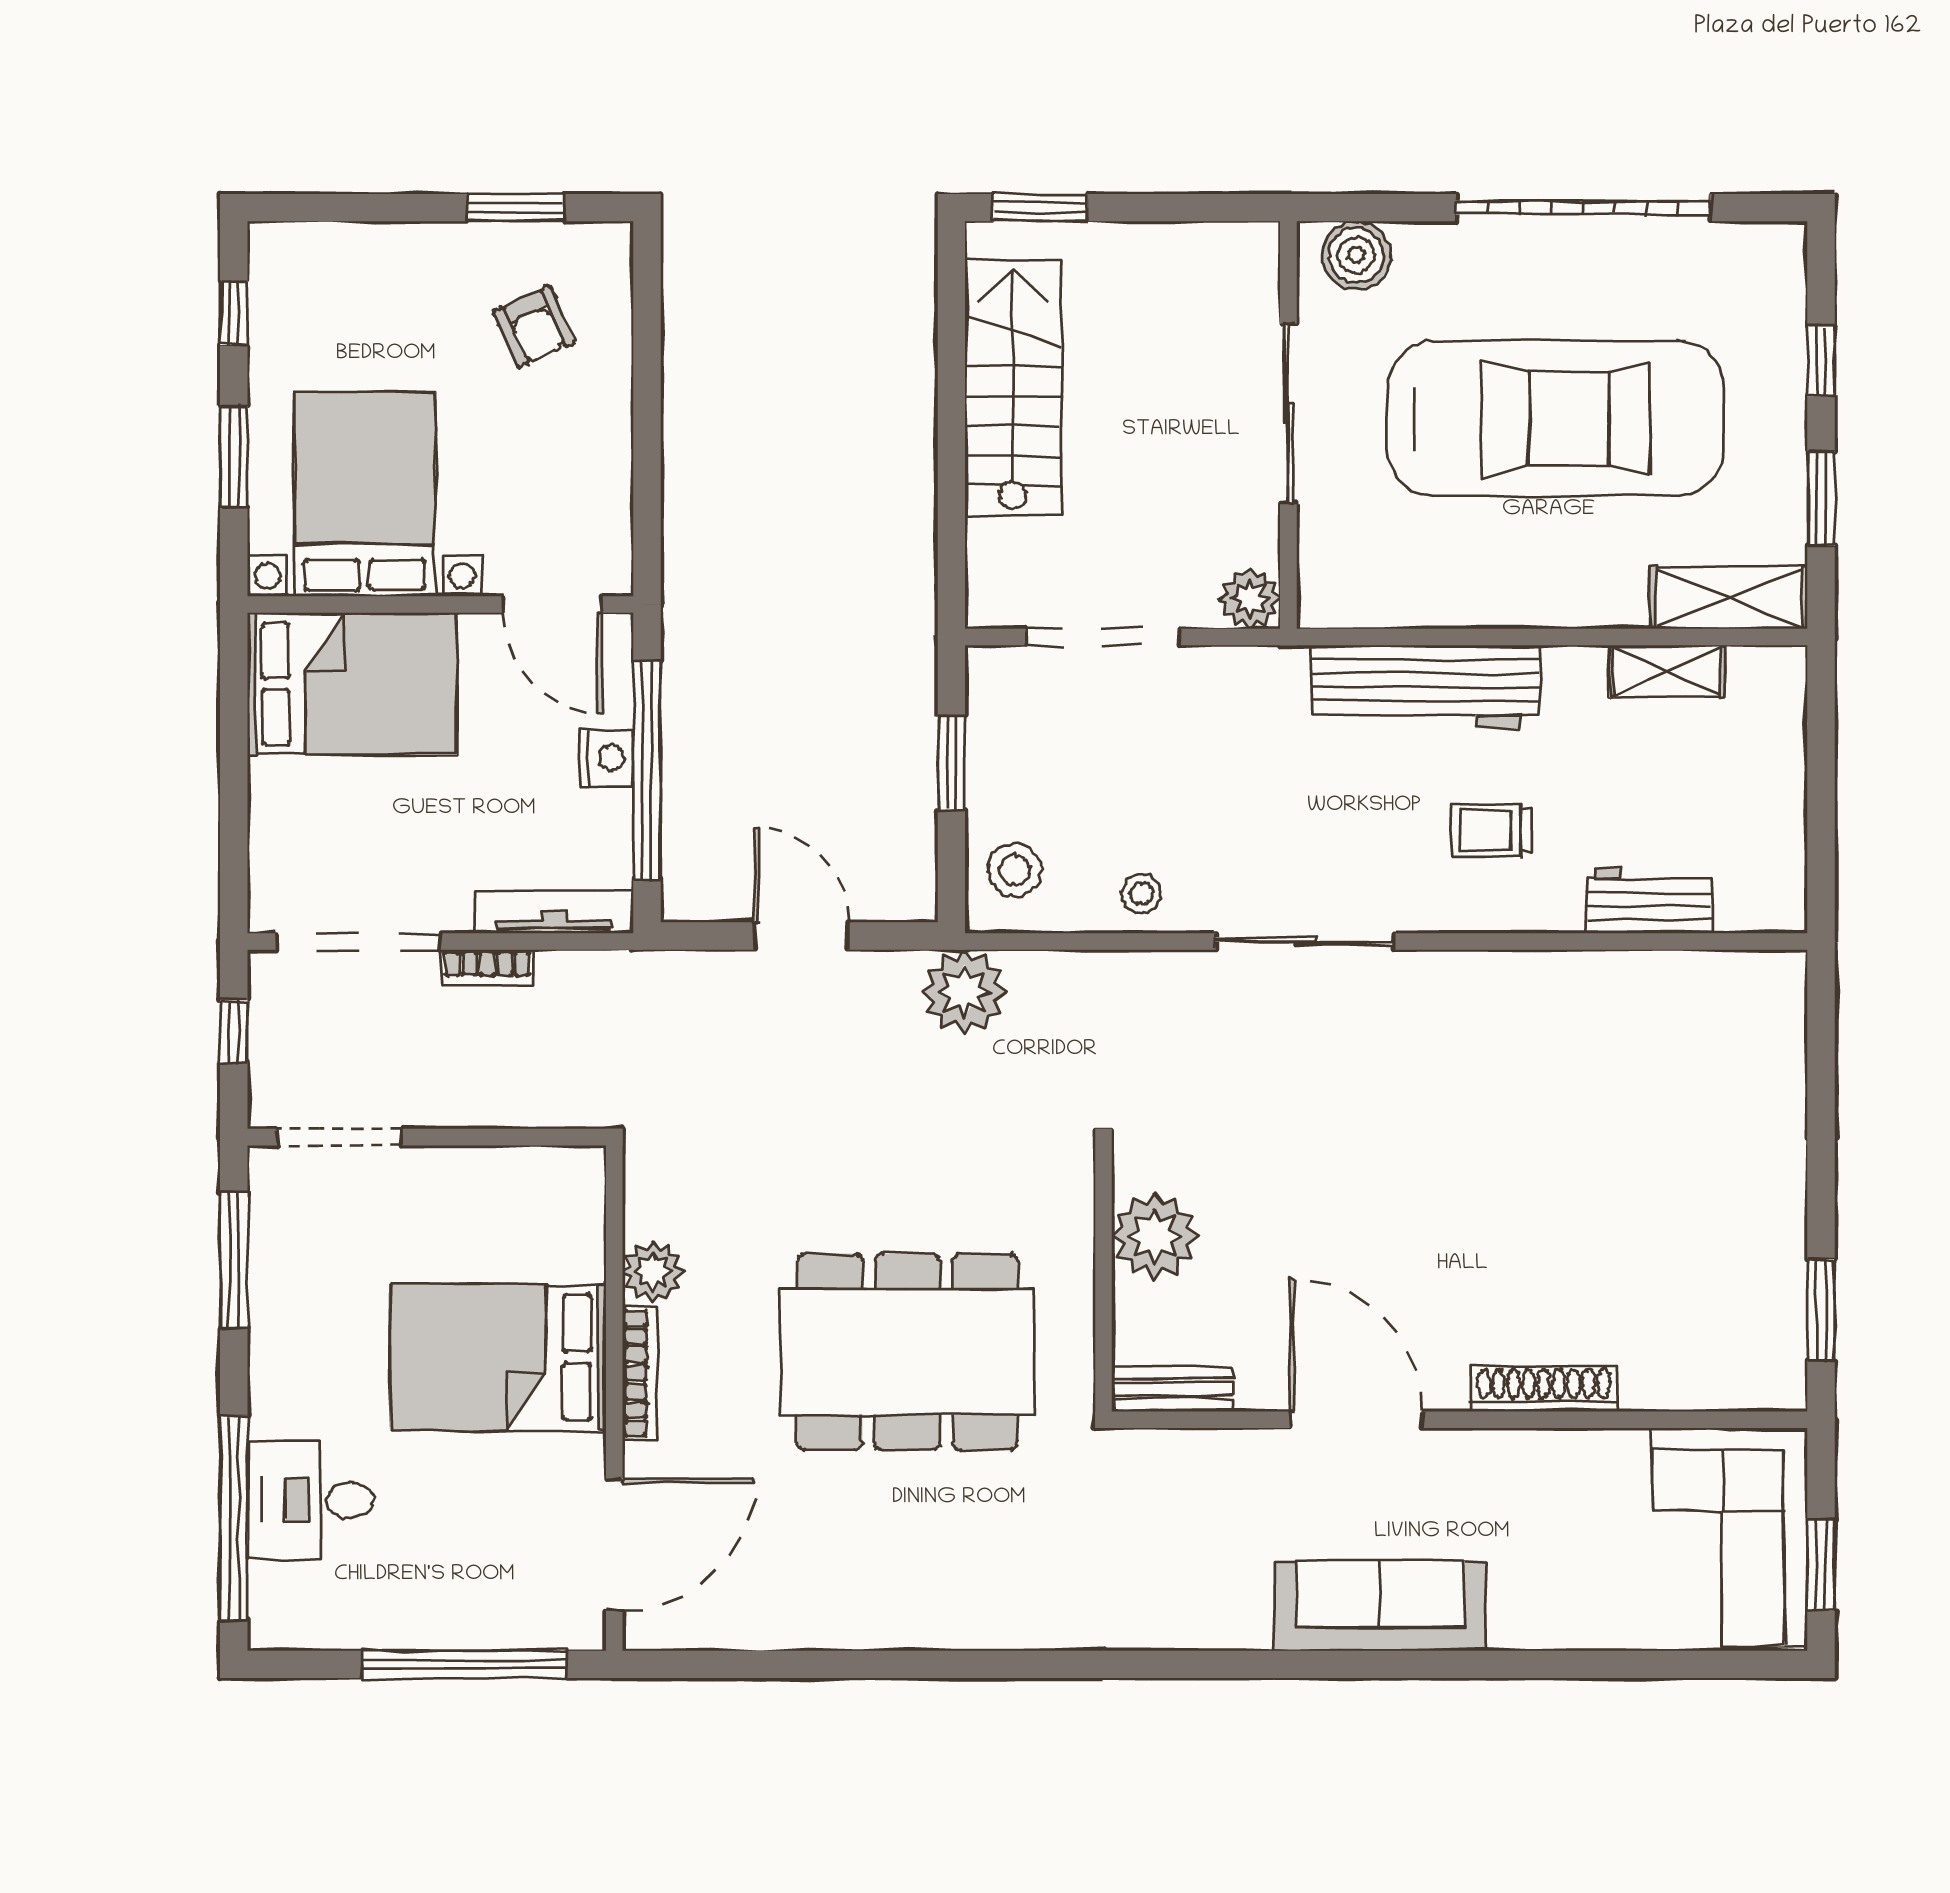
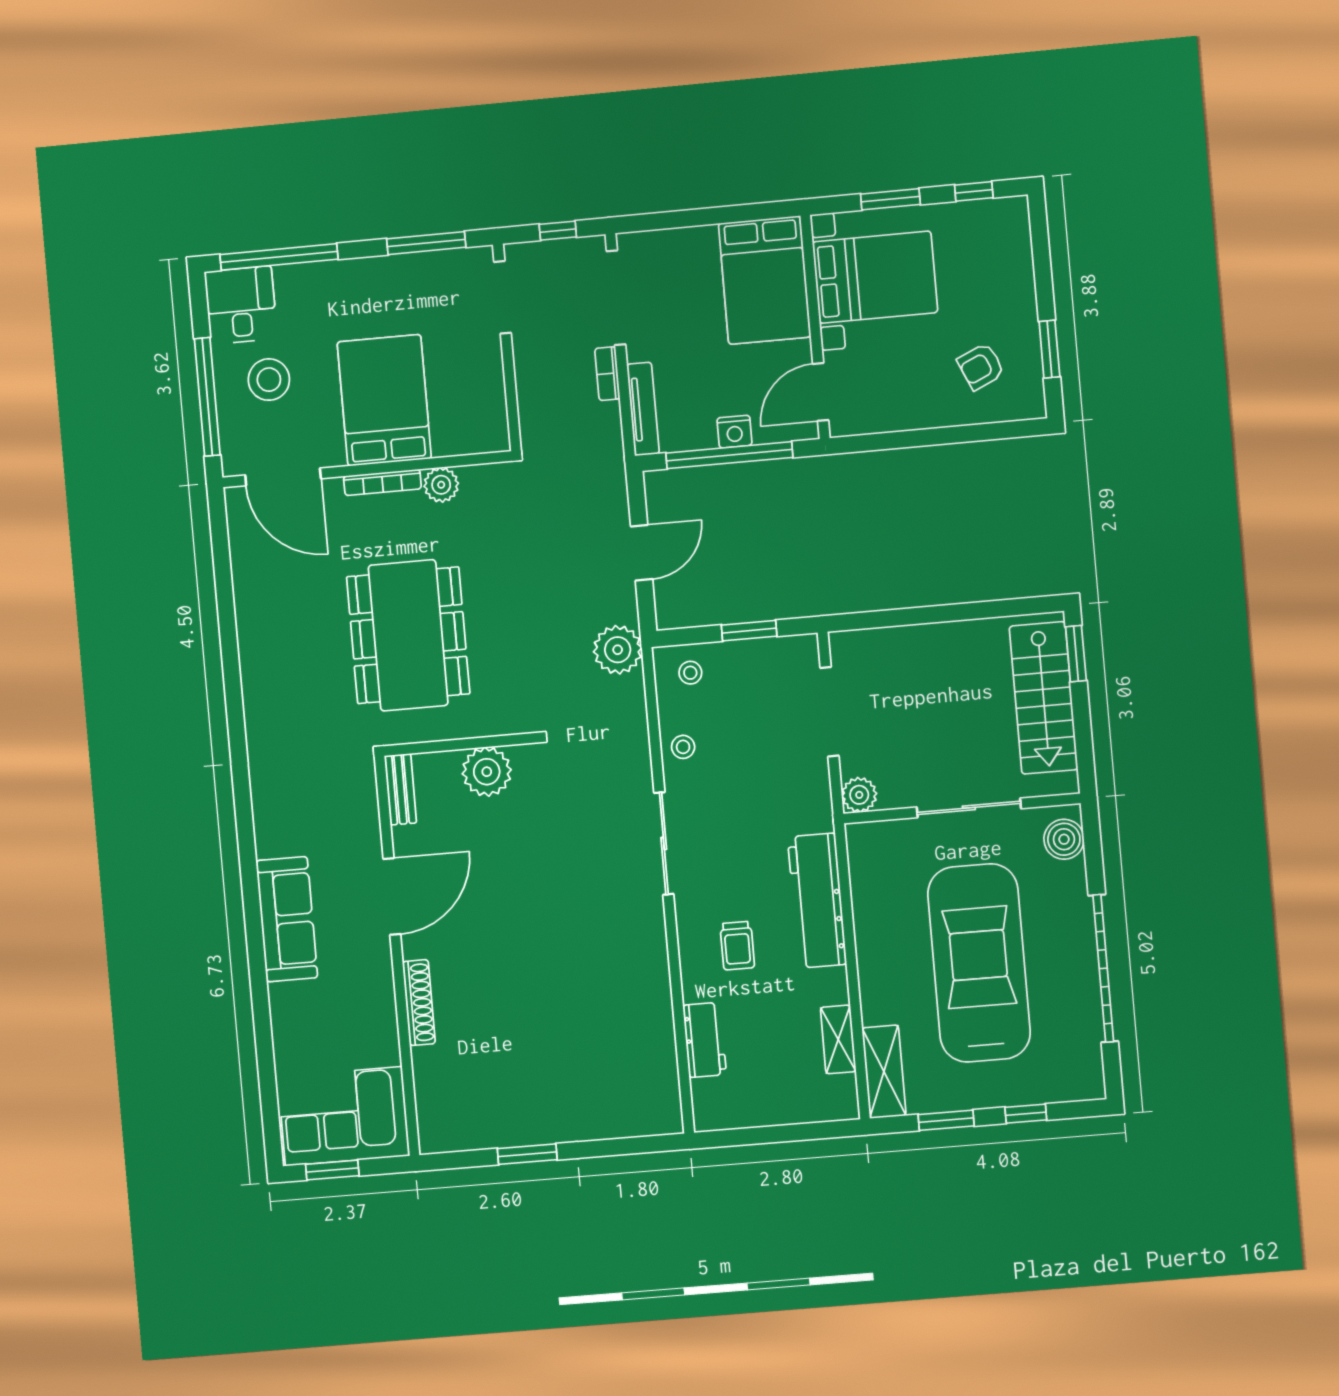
stairs: (1013, 388) -> (1043, 698), moved, turned 90
car: (1556, 419) -> (979, 963), turned 180
trolley: (1491, 830) -> (737, 946), turned 180
stool: (1015, 870) -> (690, 673), width x0.73, depth x0.73
window: (1821, 1310) -> (527, 1154), moved
desk: (311, 1500) -> (241, 305), moved
stool: (444, 1554) -> (269, 380), added

